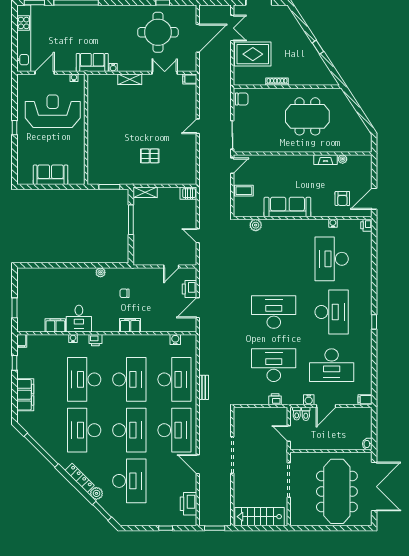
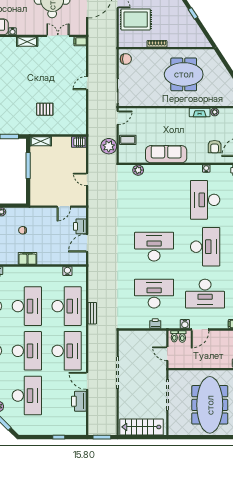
plant: (222, 198) -> (109, 146), added
printer: (188, 504) -> (79, 401), moved

